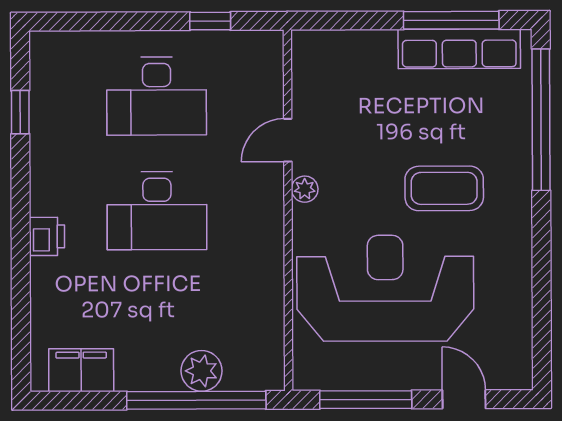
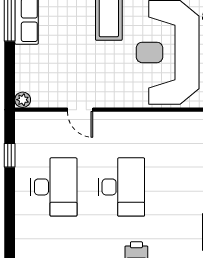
plant: (305, 189) -> (23, 100), moved

